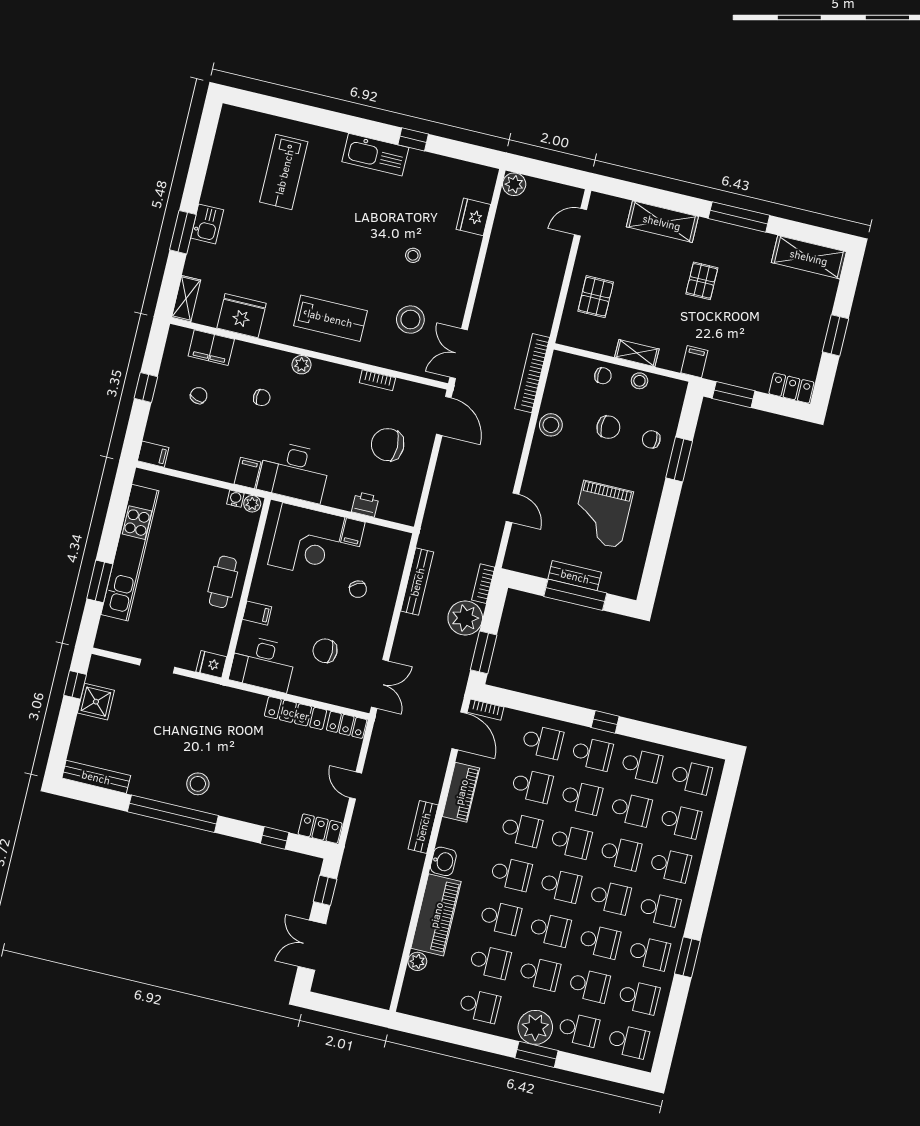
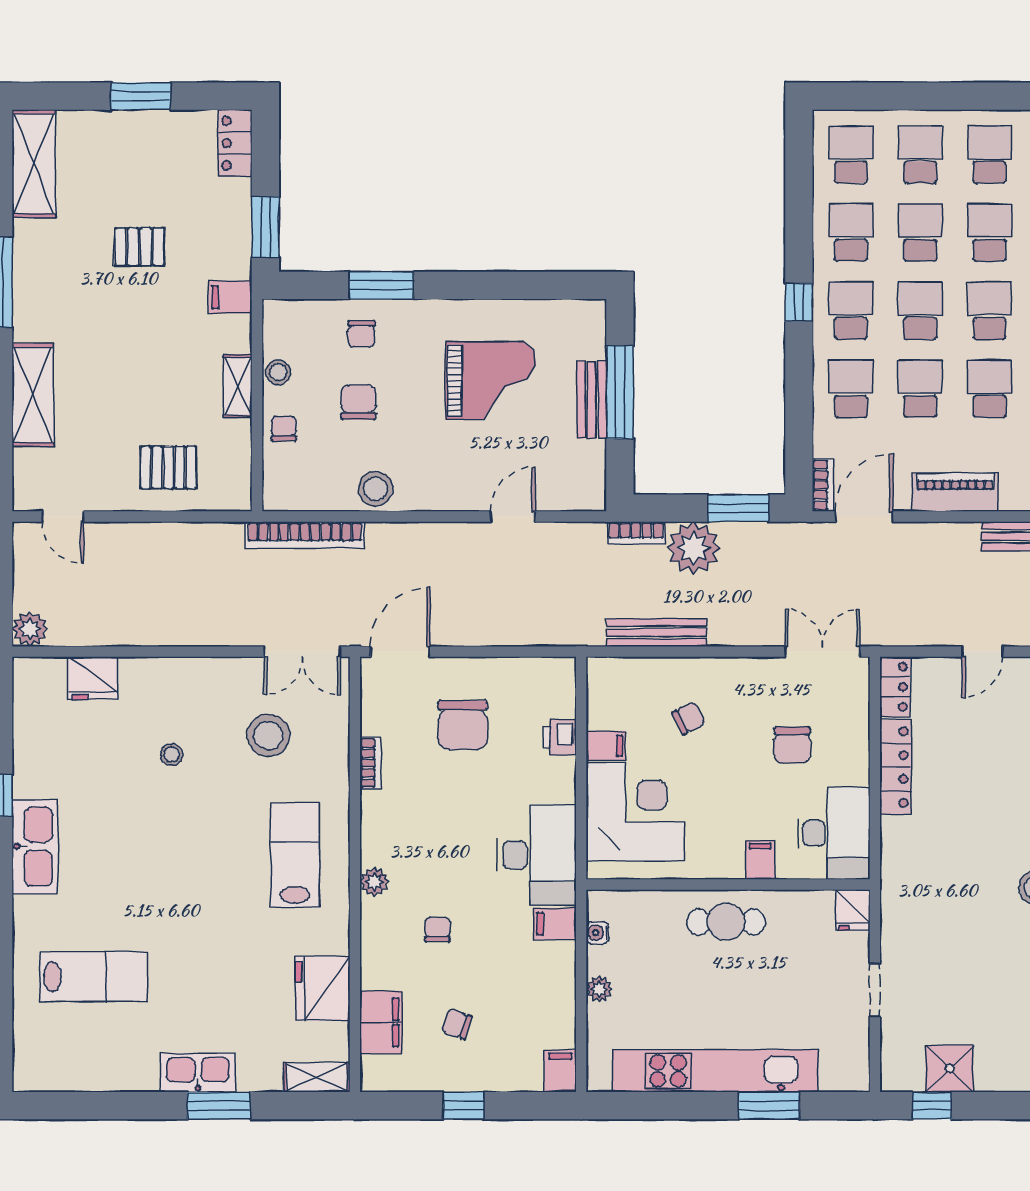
kitchen sink: (207, 224) -> (198, 1073), width x1.38
pallet: (702, 281) -> (139, 247), moved
plant: (252, 504) -> (599, 989), moved

